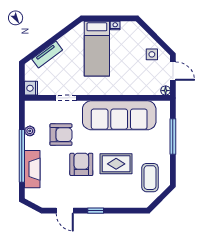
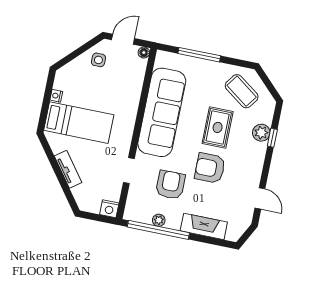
tv unit: (47, 54) -> (68, 169), moved
window: (22, 156) -> (158, 230), moved
coffee table: (150, 178) -> (242, 91), turned 36
plant: (119, 201) -> (261, 133), added
door: (65, 211) -> (260, 198), hinge flipped
window: (96, 211) -> (272, 138), moved

